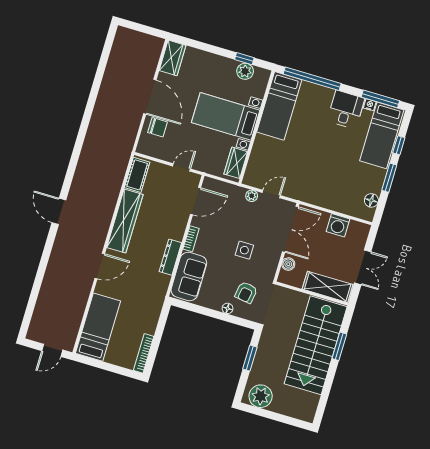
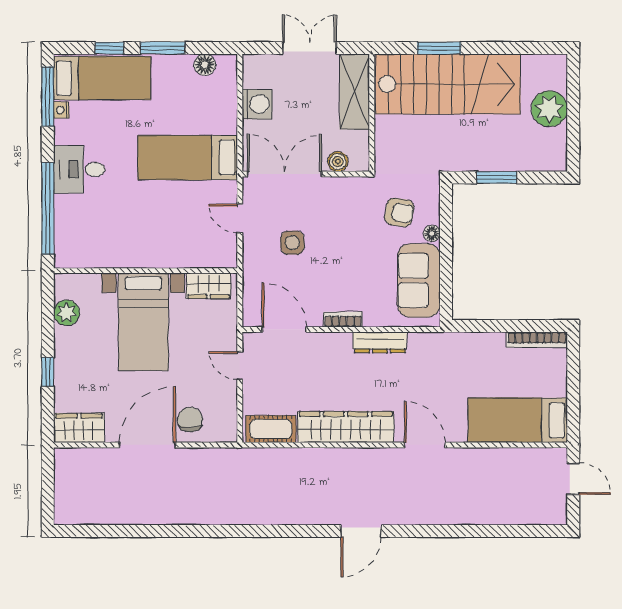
window: (244, 59) -> (48, 372), moved
bed: (279, 106) -> (188, 158), moved, turned 180
desk: (346, 110) -> (79, 169), moved
plant: (252, 196) -> (251, 247), removed
side table: (244, 250) -> (292, 243), moved
sofa: (189, 277) -> (419, 280), moved, turned -90
plant: (261, 396) -> (549, 109), moved

